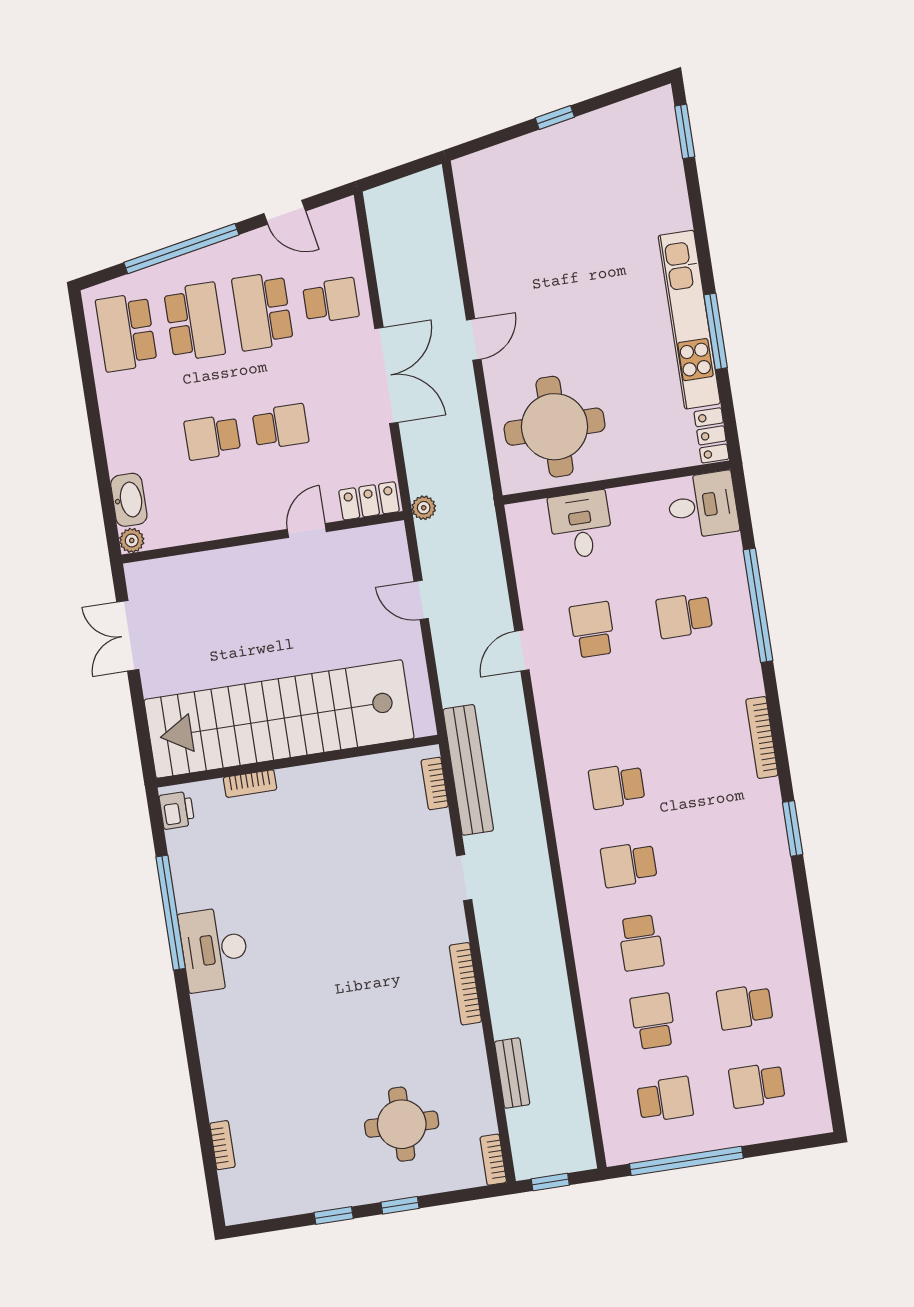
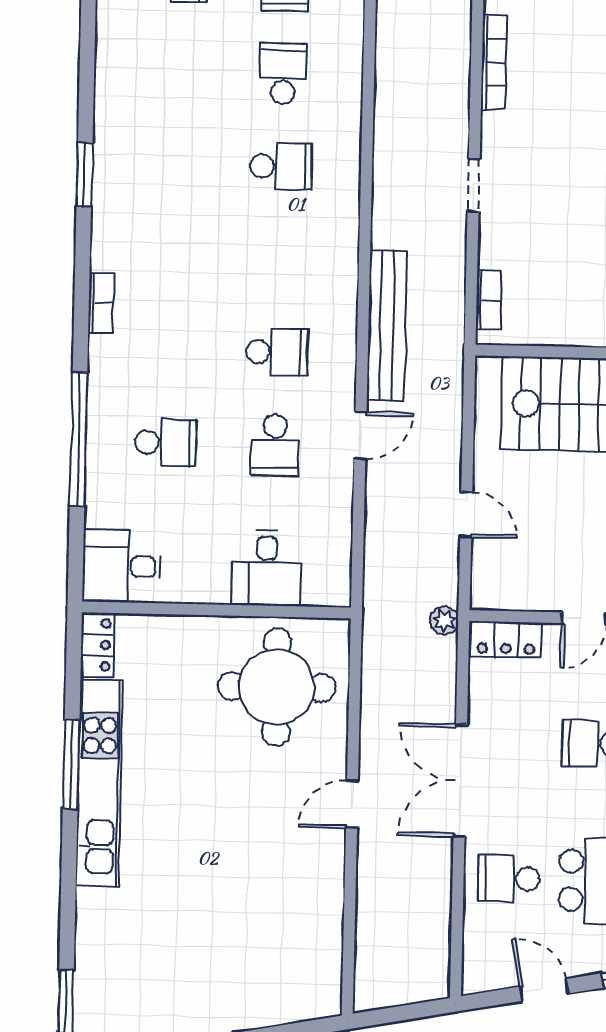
bookcase: (762, 737) -> (101, 303), width x0.64
bench: (468, 770) -> (387, 326), moved
school desk: (617, 786) -> (277, 352), moved

